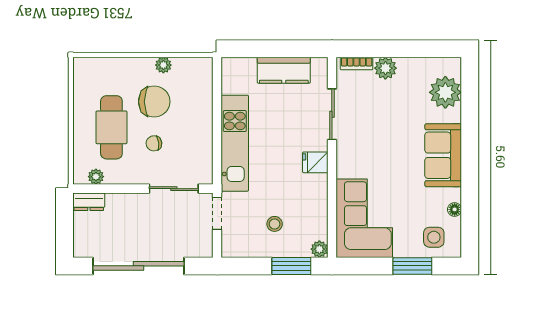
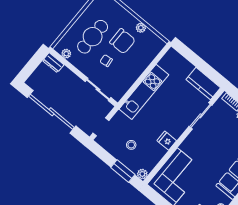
kitchen counter: (284, 70) -> (203, 84), moved
fridge: (315, 162) -> (167, 141), moved
doorway: (217, 213) -> (101, 127), moved

